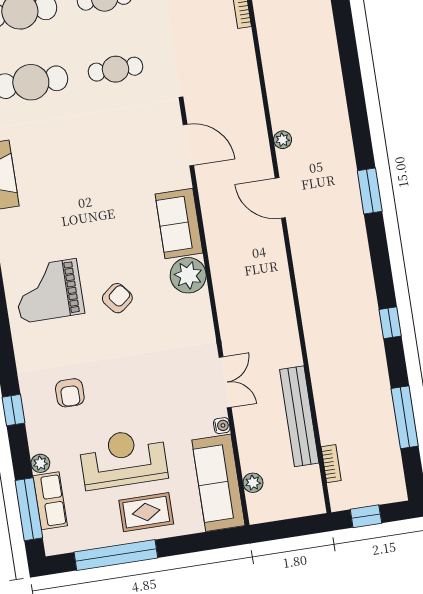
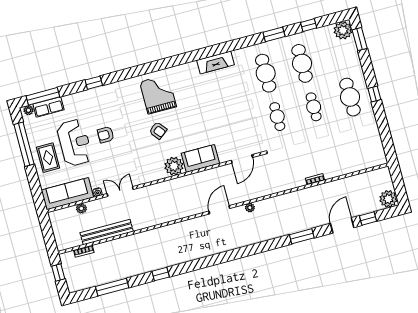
window: (370, 191) -> (302, 236), moved
double door: (225, 382) -> (120, 191), swing flipped
armchair: (70, 393) -> (106, 135), moved
plant: (40, 463) -> (28, 110), moved
plant: (253, 483) -> (81, 208), moved

